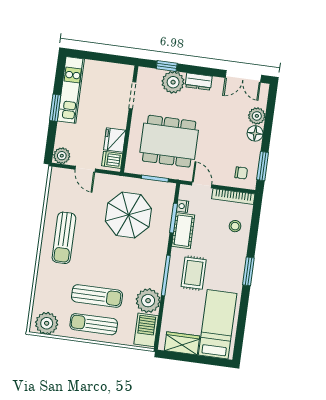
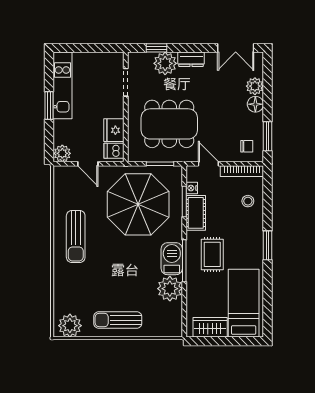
parasol: (128, 215) -> (138, 204), width x1.36, depth x1.36
sun lounger: (97, 296) -> (117, 291), removed
barbecue: (146, 330) -> (172, 259), moved

